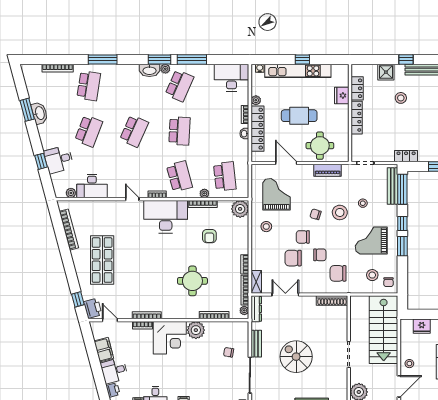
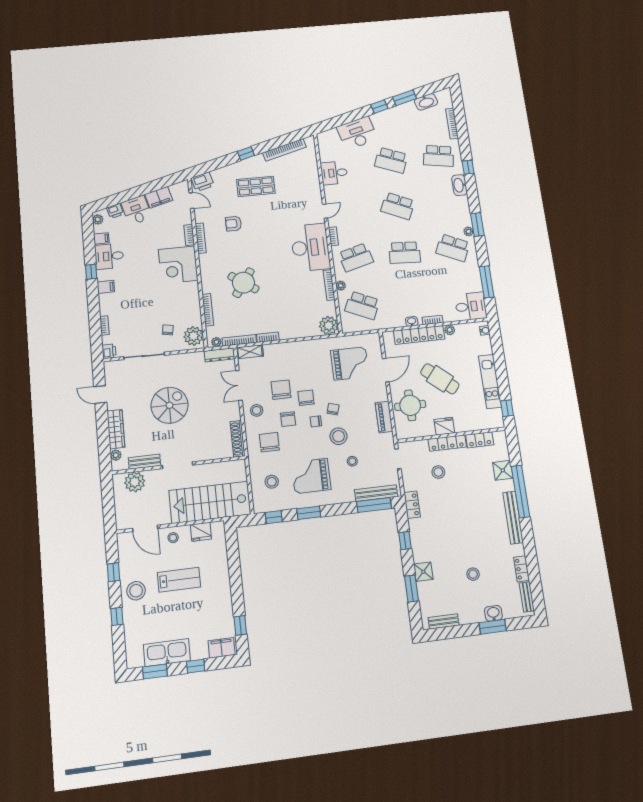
window: (103, 59) -> (468, 167), width x0.46
window: (192, 59) -> (487, 282), moved
window: (302, 59) -> (507, 408), moved
window: (406, 59) -> (521, 492), width x3.17
washbasin: (149, 70) -> (459, 185), moved
kitchen unit: (298, 71) -> (490, 382), width x0.73
desk: (231, 78) -> (471, 306), width x0.73
fridge: (342, 96) -> (444, 426), moved
stool: (401, 98) -> (438, 472), moved
washbasin: (40, 113) -> (426, 102), moved
cafe table: (299, 116) -> (440, 379), turned -50
desk: (59, 159) -> (357, 133), width x1.37
window: (41, 161) -> (379, 107), moved
school desk: (225, 176) -> (362, 305), turned 30
desk: (92, 186) -> (334, 173), width x0.73
plant: (71, 193) -> (323, 148), removed
window: (402, 224) -> (274, 517), moved
stool: (266, 227) -> (257, 410), moved
armchair: (209, 236) -> (233, 224), moved
grand piano: (371, 241) -> (311, 476), turned -90
shop shelf: (102, 260) -> (256, 186), width x0.70, depth x0.74
round table: (192, 281) -> (243, 283), turned 35
chair: (389, 282) -> (316, 421), moved
double door: (285, 295) -> (239, 385), swing flipped
window: (78, 299) -> (246, 153), moved
door: (110, 320) -> (191, 201), hinge flipped
fridge: (422, 326) -> (201, 532), moved, turned -90
plant: (196, 330) -> (194, 336), moved
bench: (256, 344) -> (144, 462), moved

